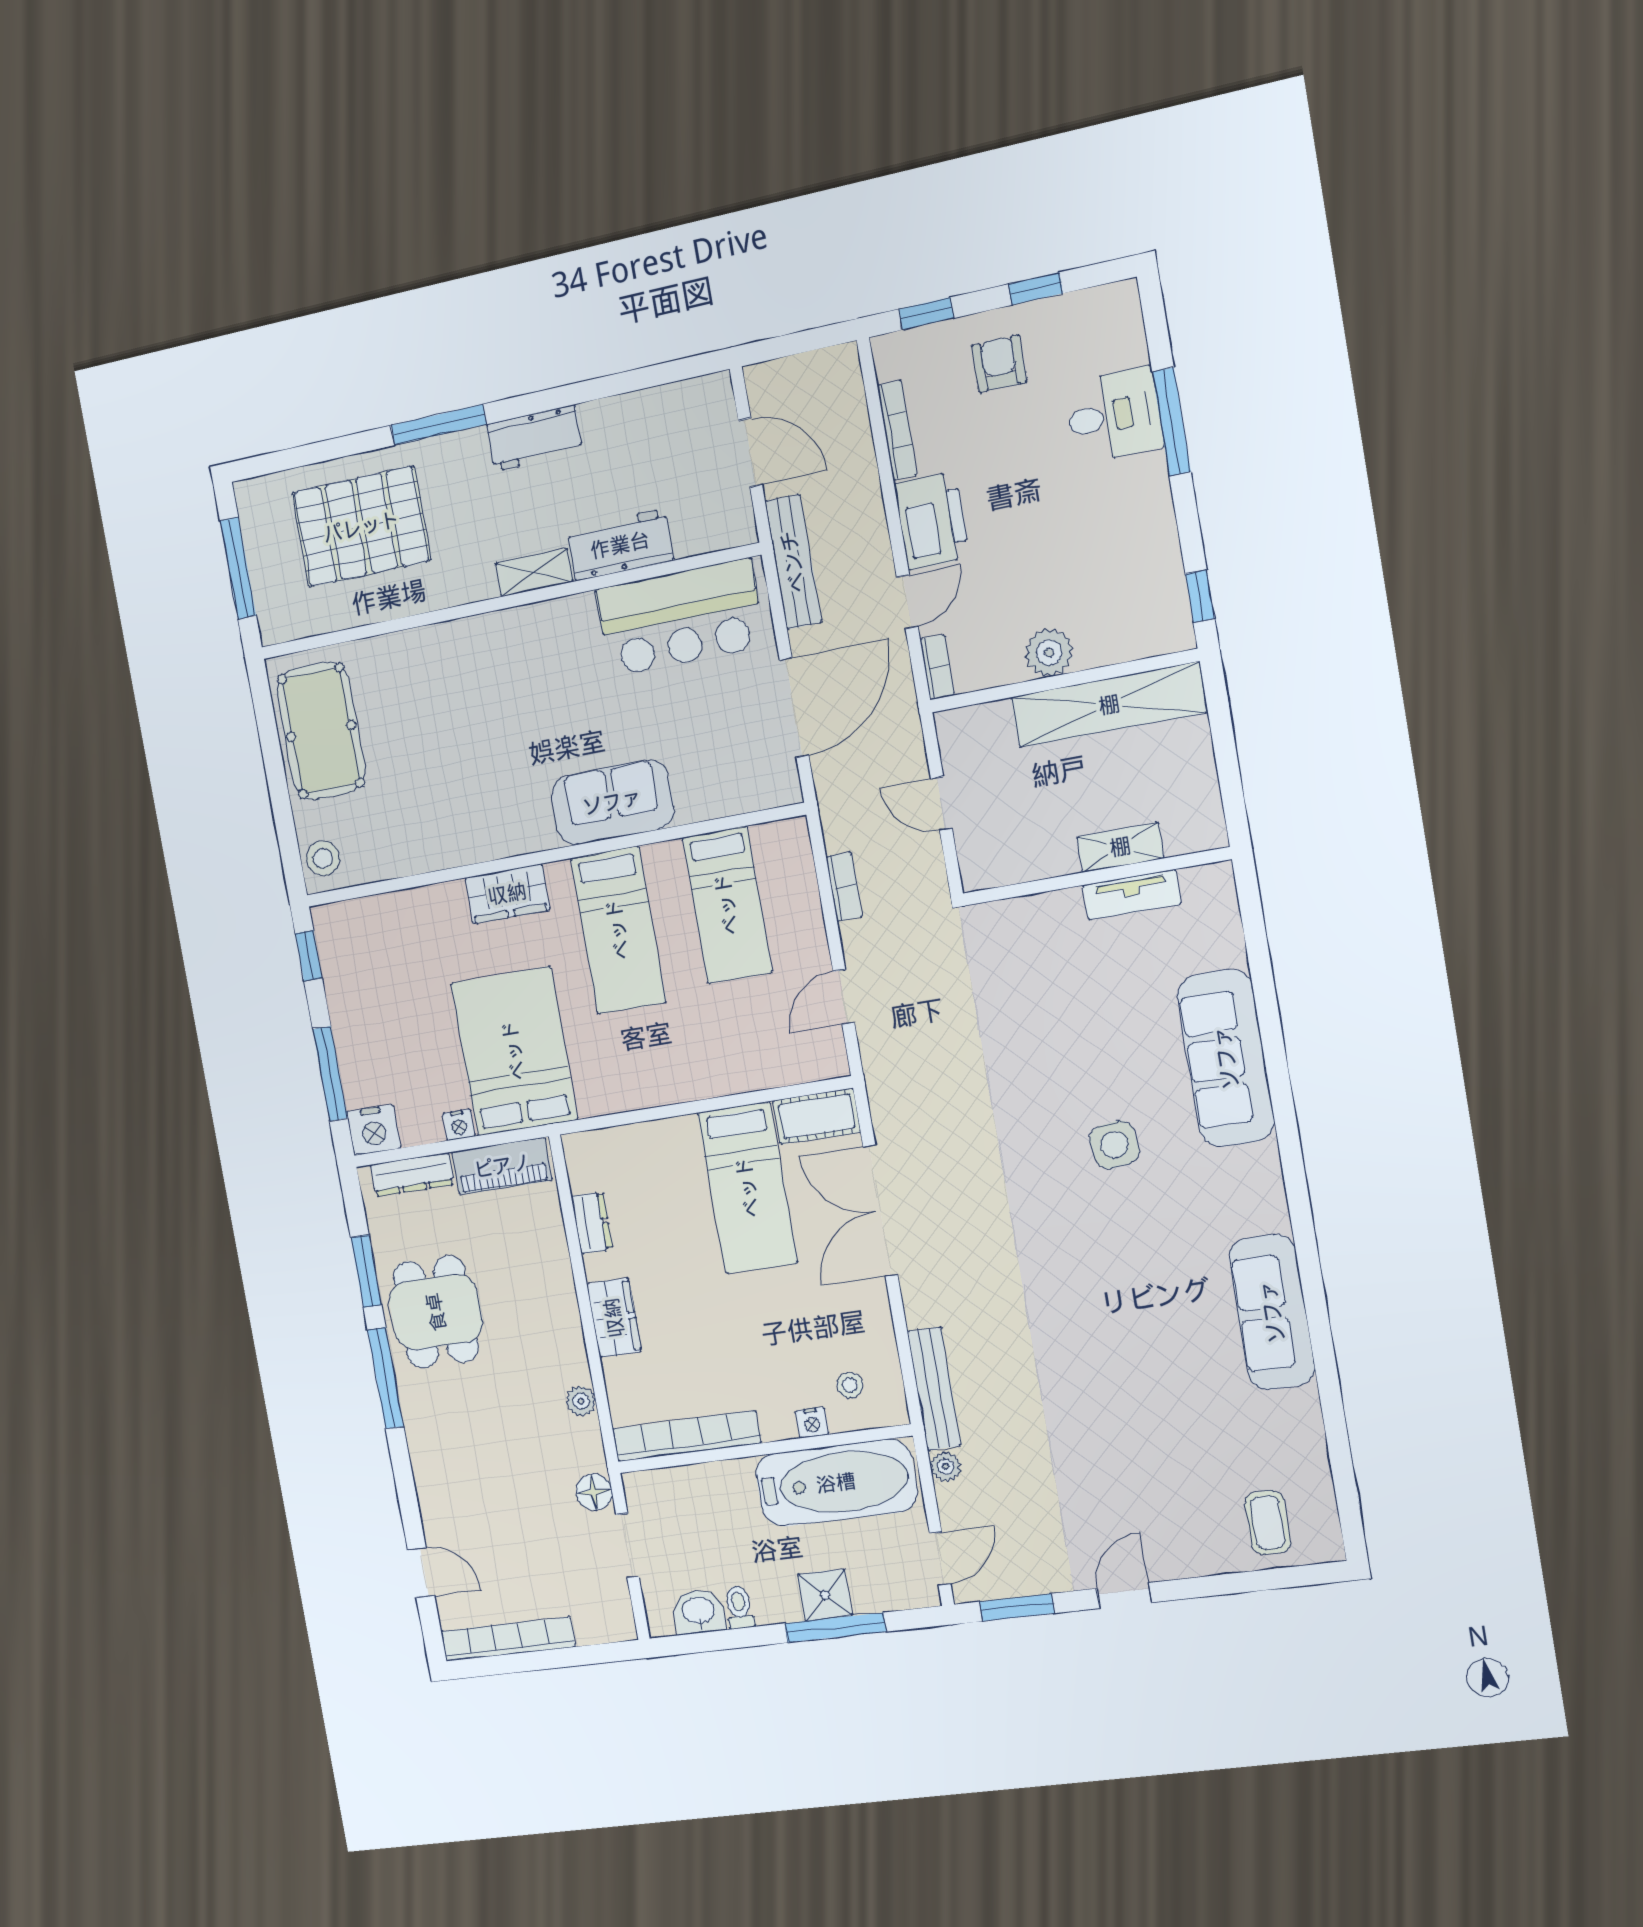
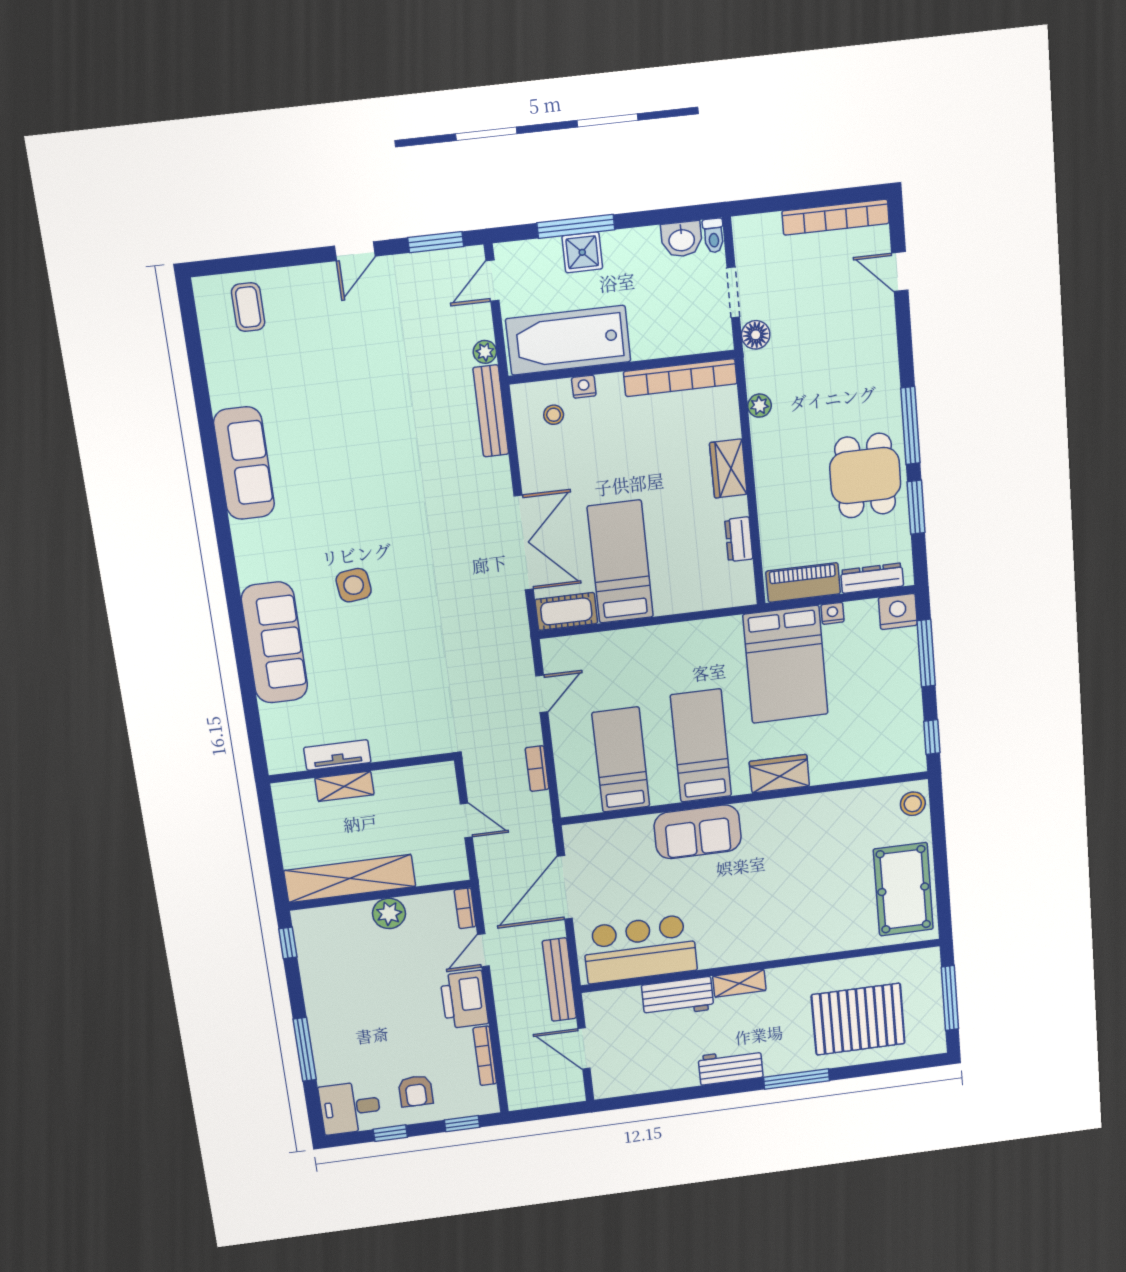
desk: (1113, 415) -> (350, 1108), moved
toilet: (739, 1607) -> (714, 236), moved

